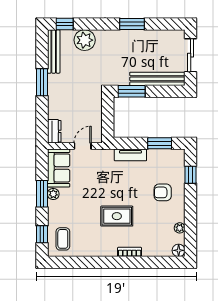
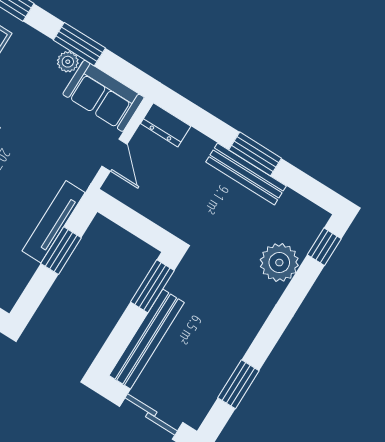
window: (132, 24) -> (238, 384), moved
bench: (54, 51) -> (246, 174), moved
window: (160, 143) -> (61, 251), moved
tv unit: (130, 155) -> (53, 222), width x1.41

